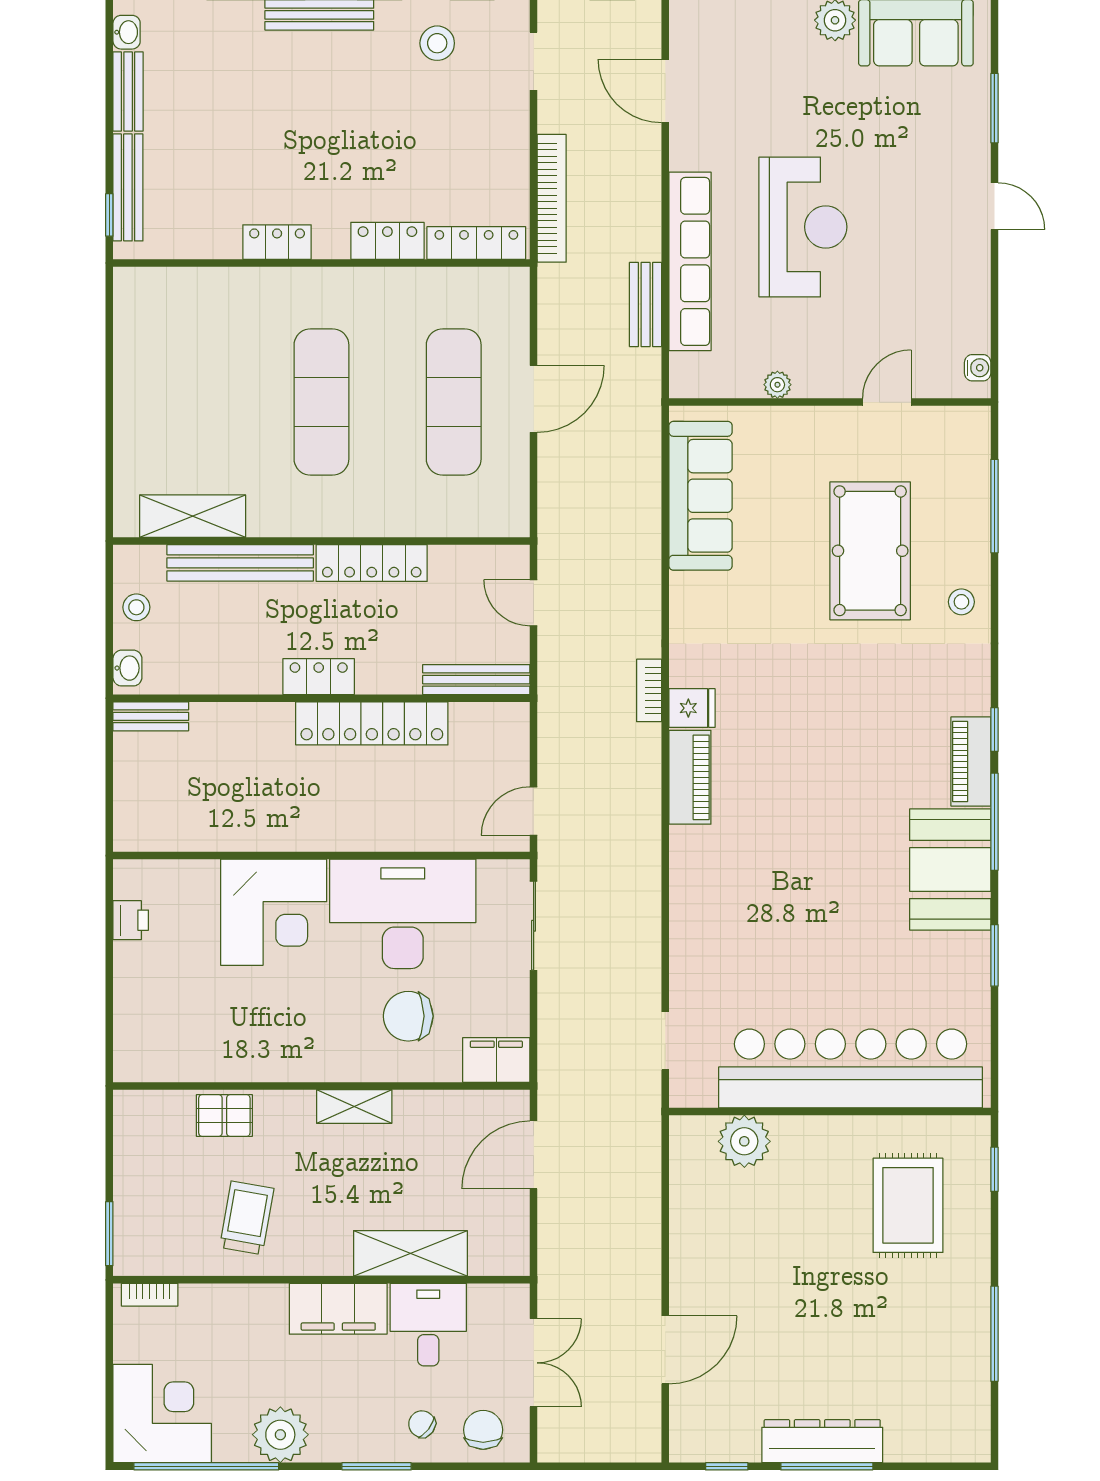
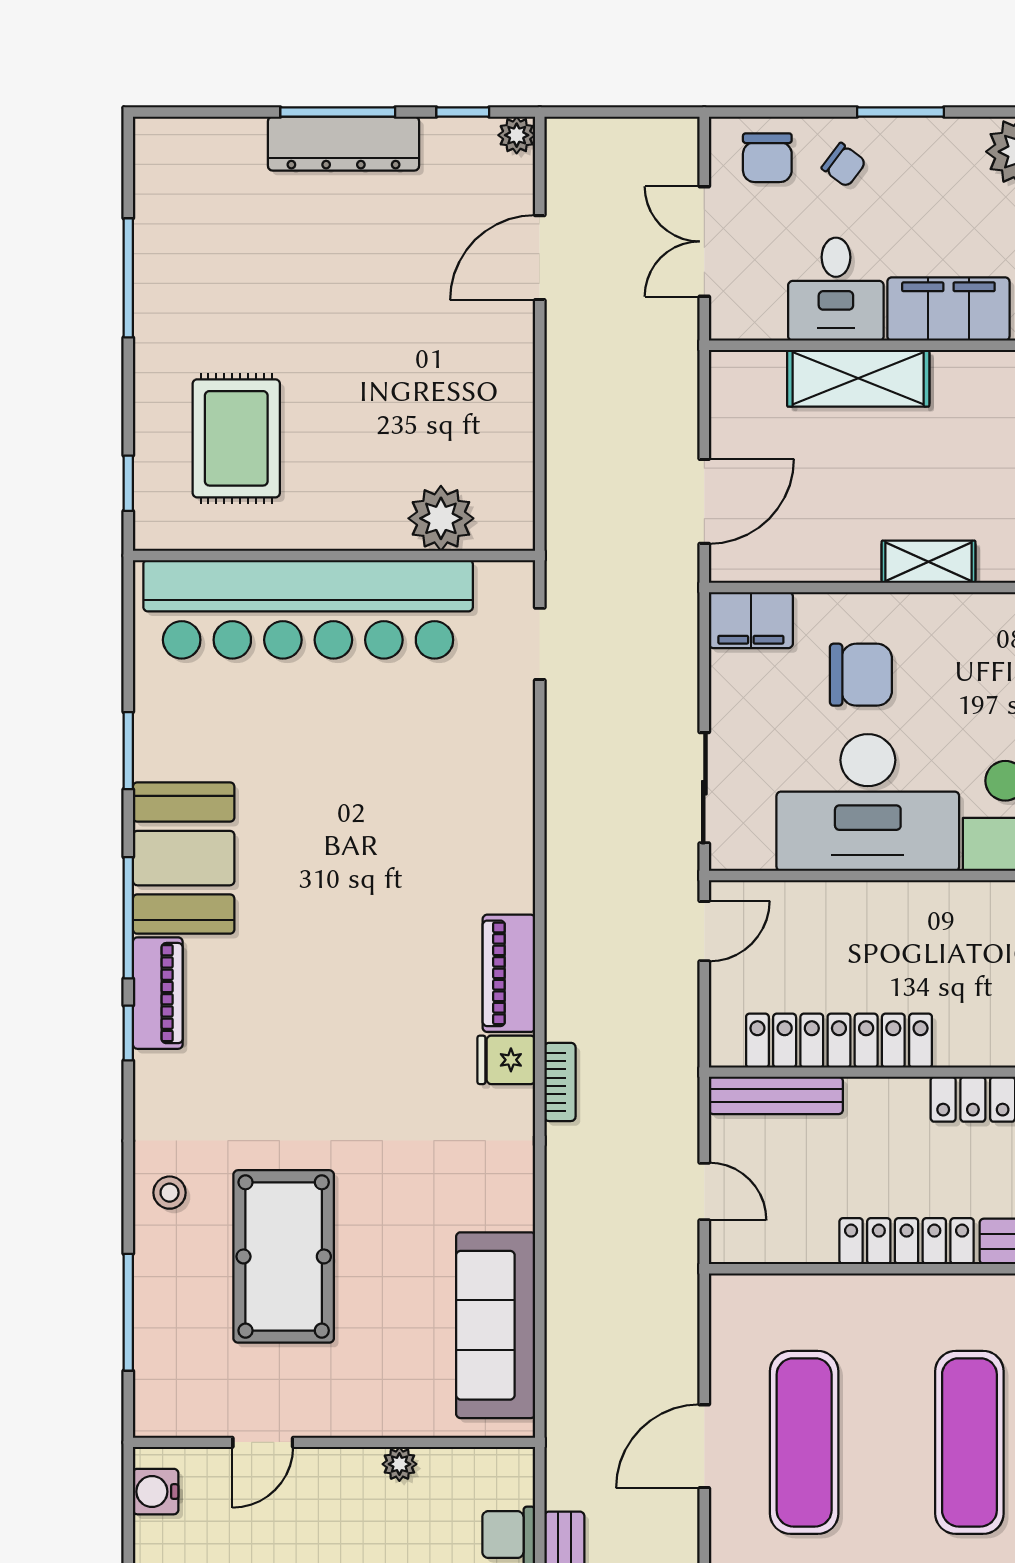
water cooler: (978, 368) -> (156, 1492), width x1.38, depth x1.38
locker: (372, 723) -> (839, 1041), moved
plant: (684, 1448) -> (517, 135), added

